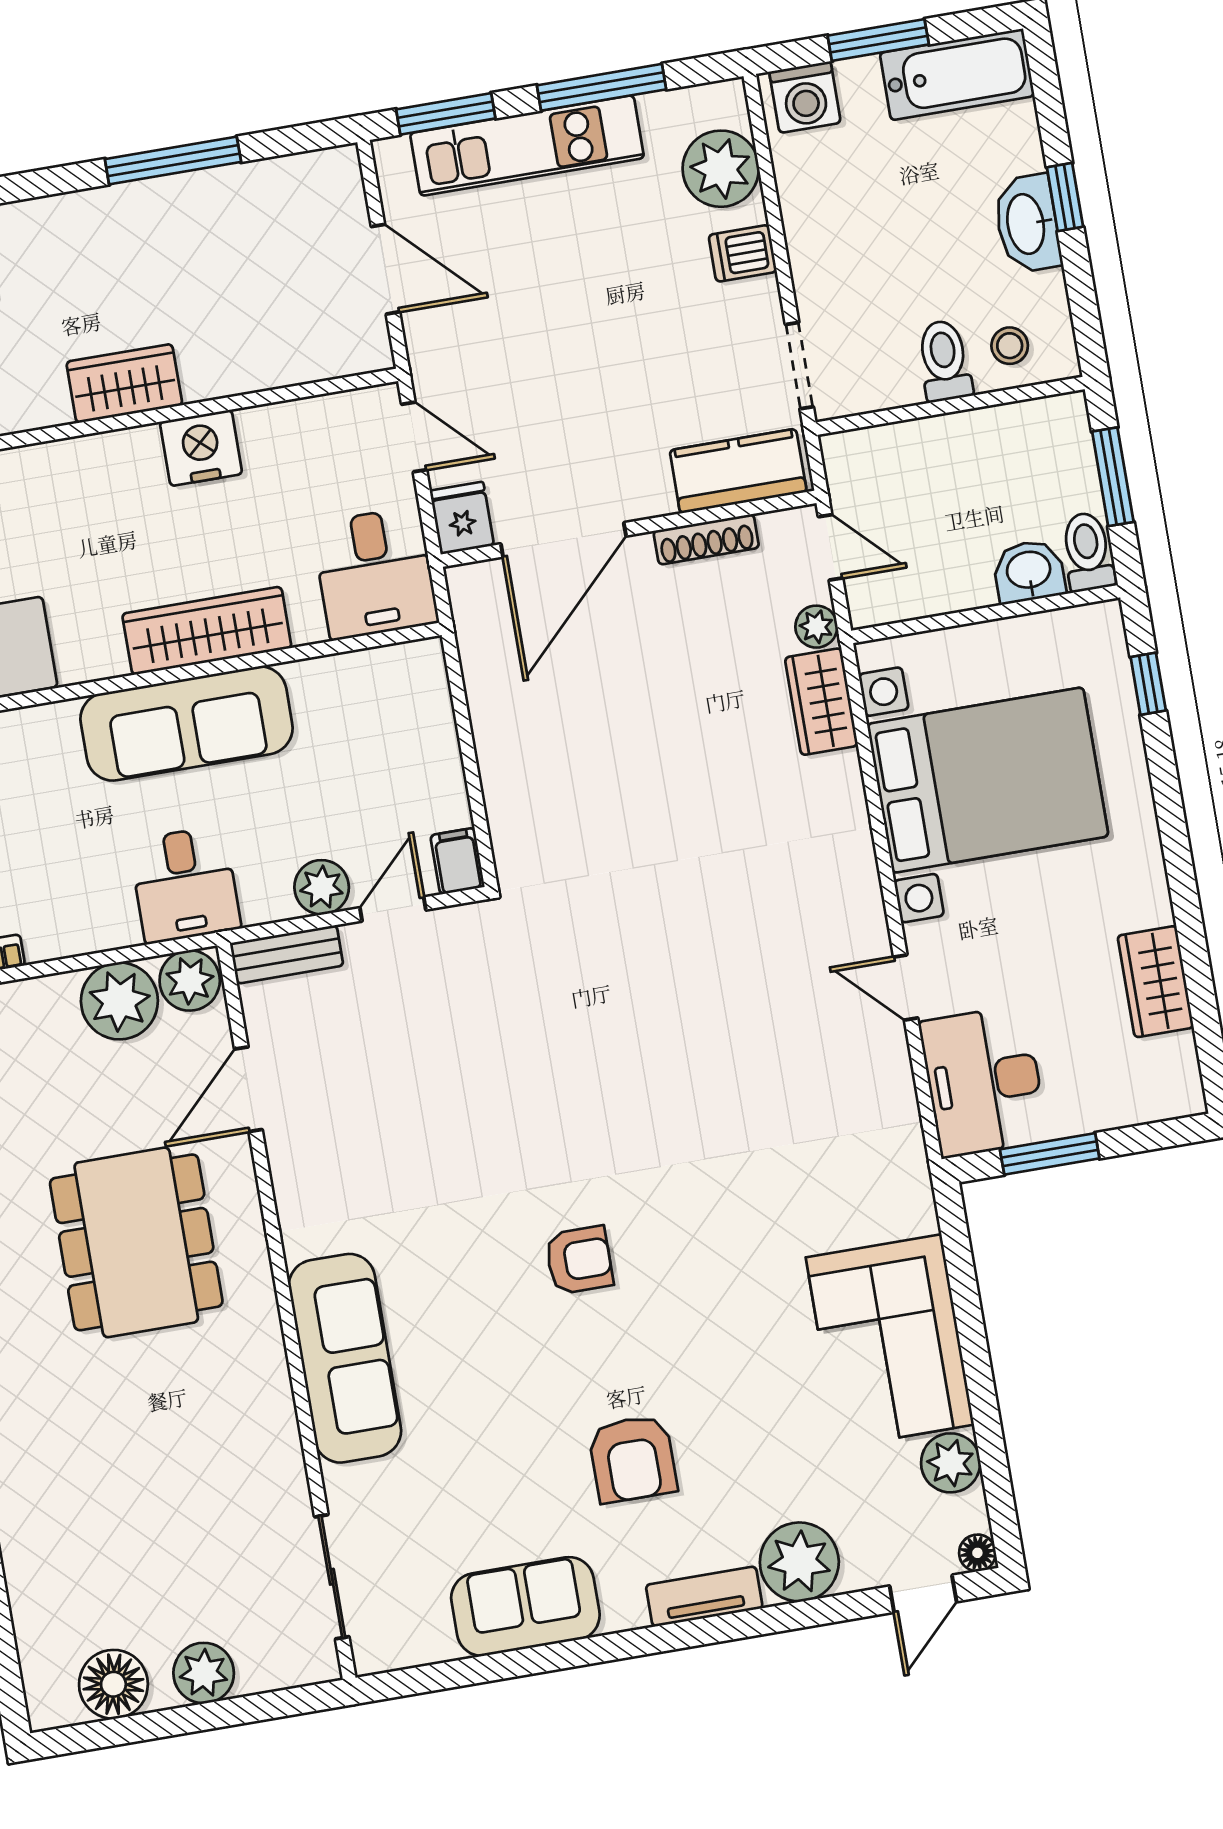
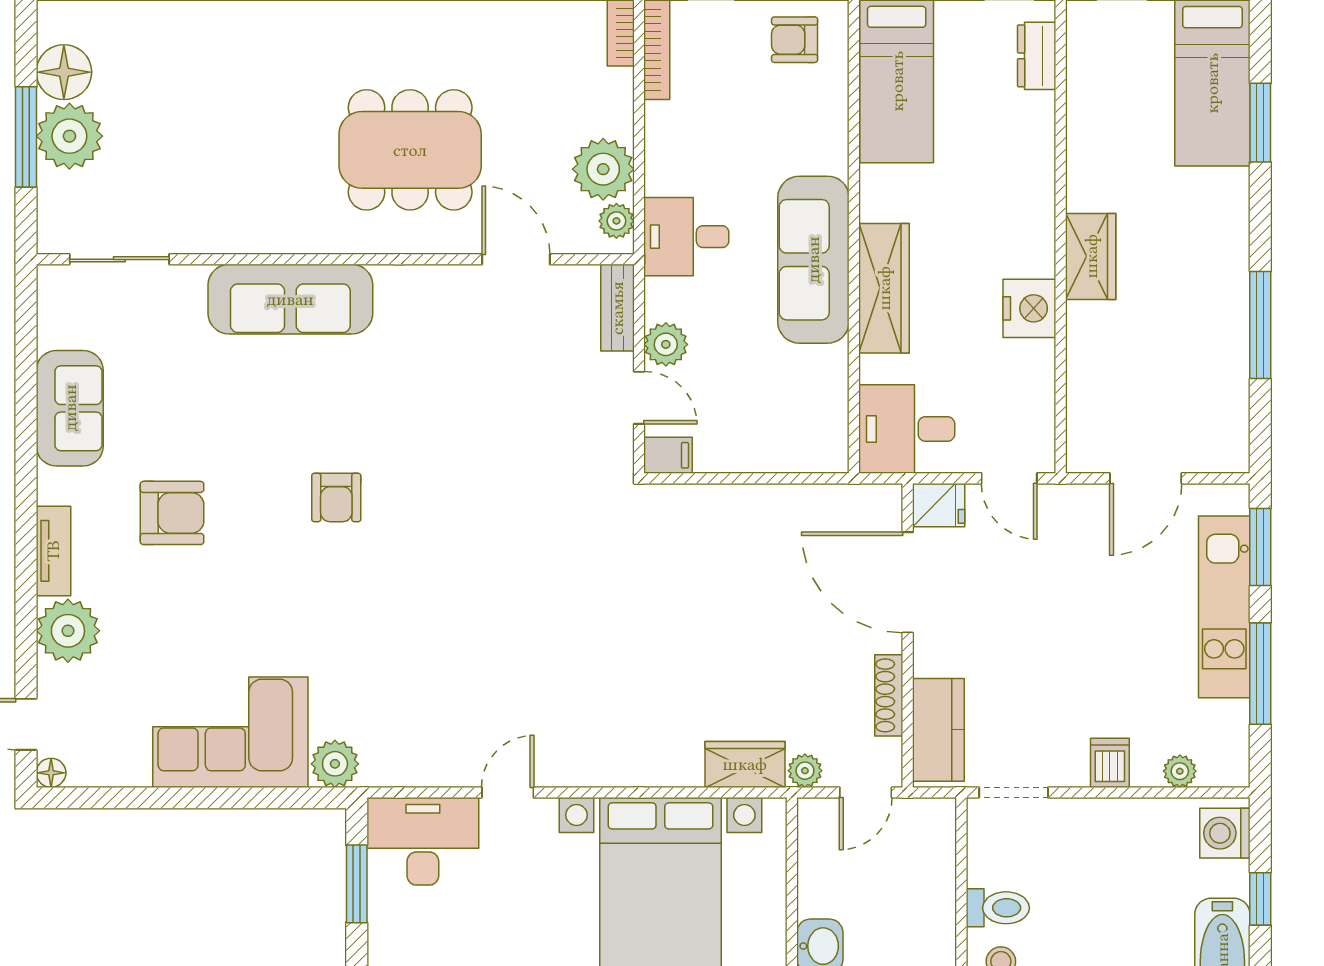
window: (878, 40) -> (1260, 899), width x0.67
plant: (721, 169) -> (1180, 771), width x0.53, depth x0.53
door: (414, 437) -> (1009, 478), hinge flipped
plant: (190, 981) -> (616, 221), width x0.73, depth x0.73
armchair: (633, 1459) -> (172, 513), turned 180
plant: (951, 1463) -> (335, 764), moved
plant: (204, 1673) -> (69, 136), width x1.36, depth x1.36
window: (201, 1717) -> (26, 137), added

